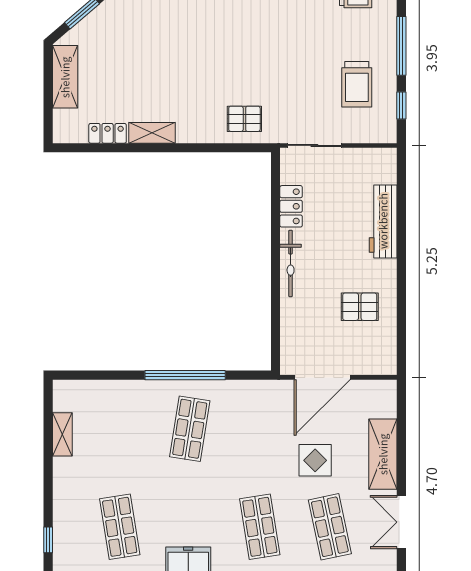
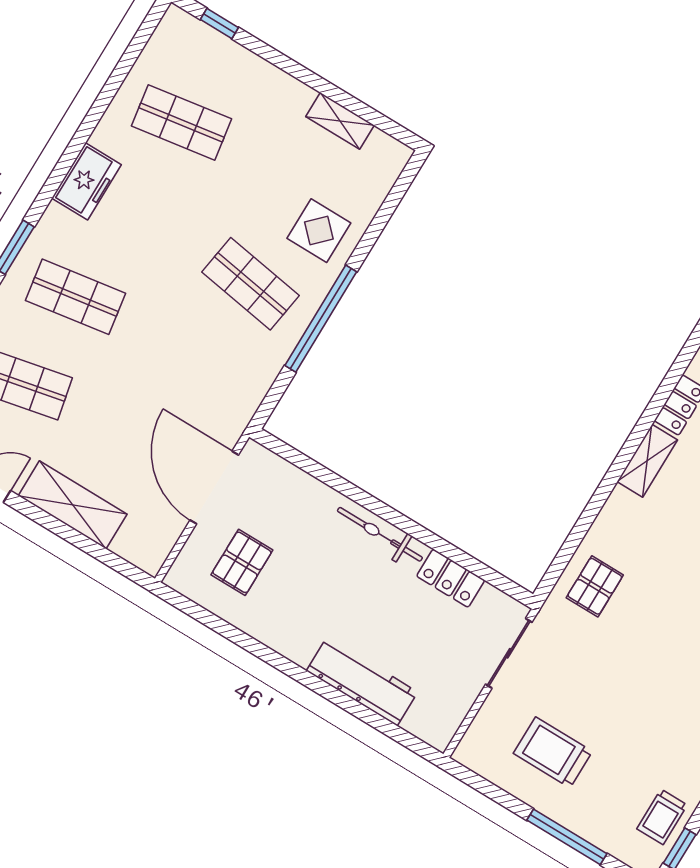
window: (401, 105) -> (493, 792), removed
pallet: (360, 307) -> (242, 562), moved
display table: (315, 460) -> (319, 231), moved

